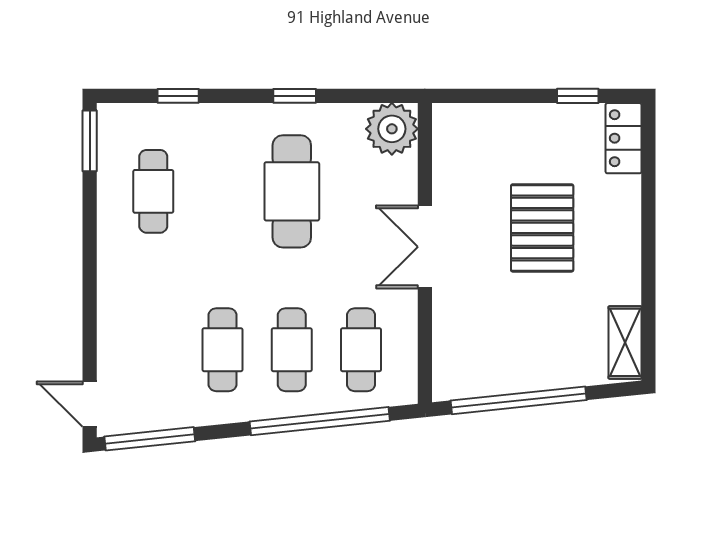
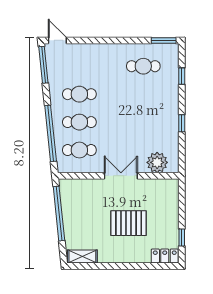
plant: (392, 129) -> (157, 162), moved
cafe table: (292, 191) -> (143, 122), removed
door: (90, 404) -> (57, 40), hinge flipped

